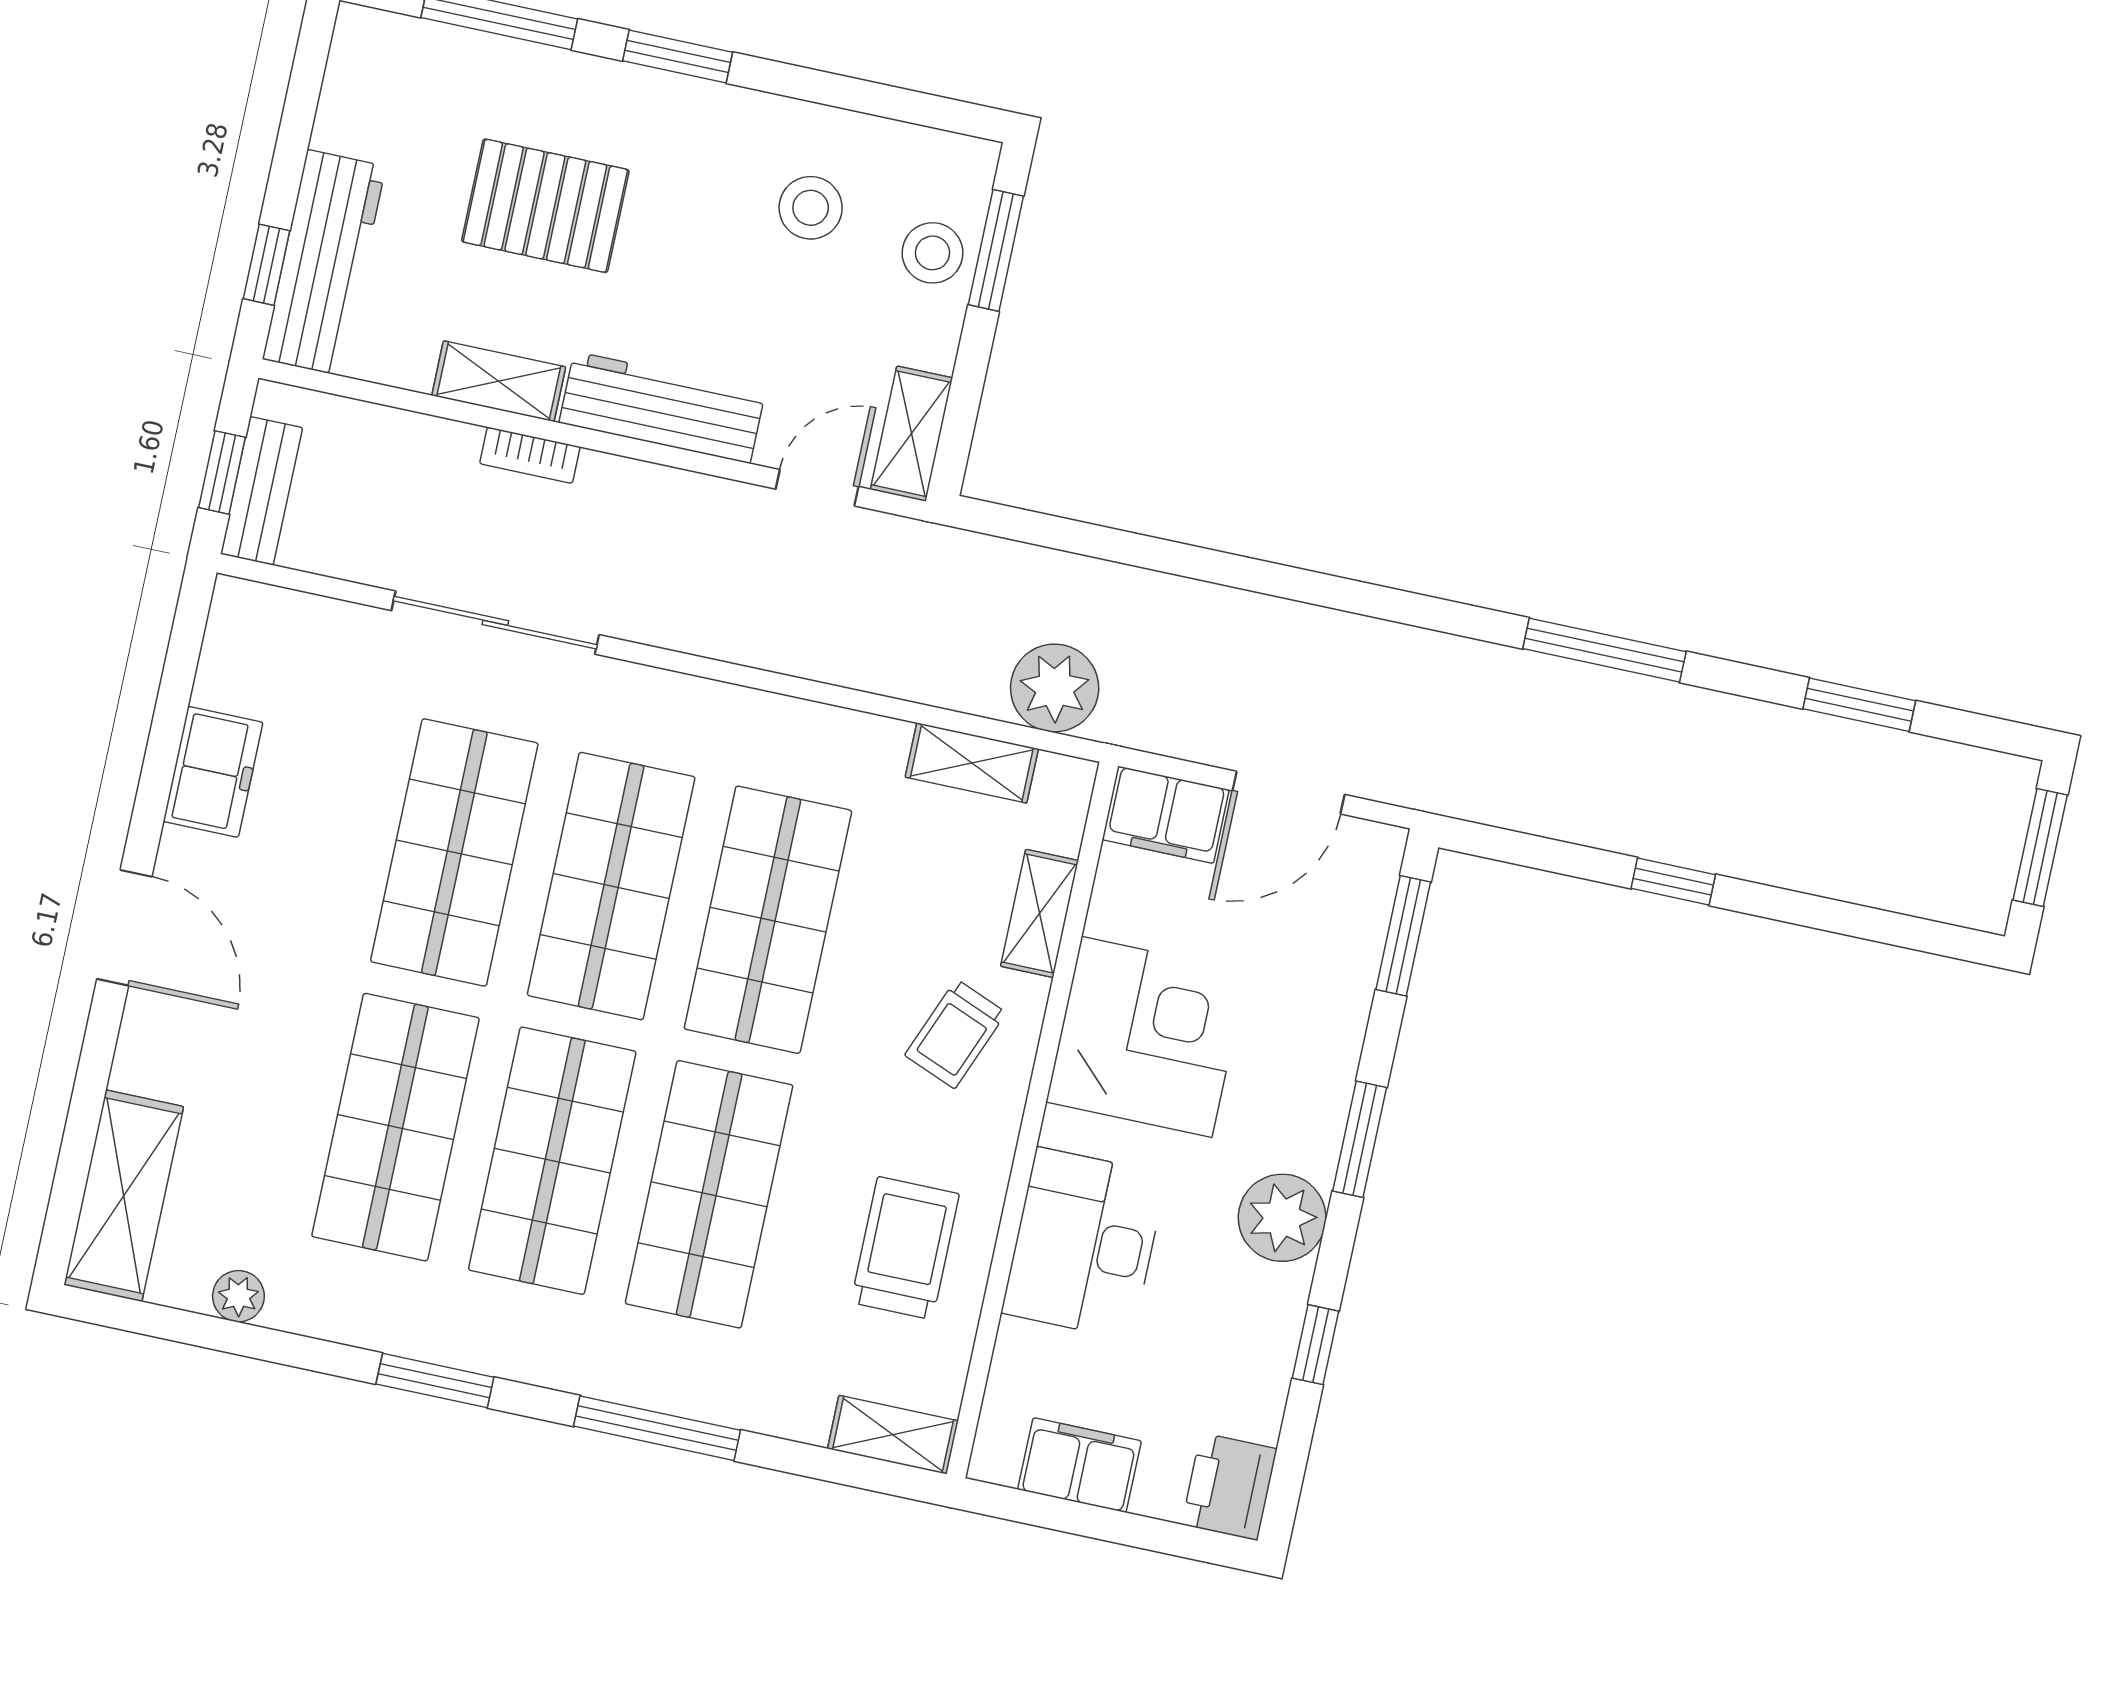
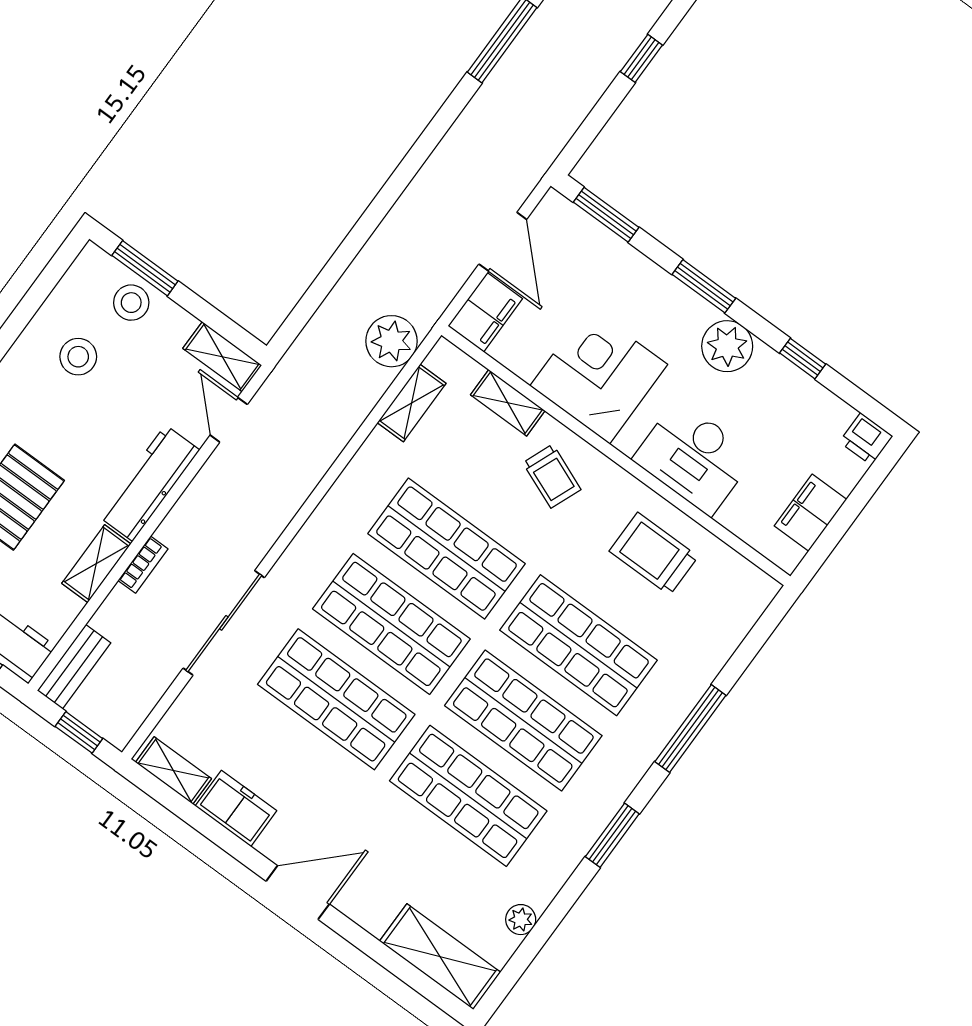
bench: (262, 491) -> (74, 667), moved, turned 90
shelving: (893, 1435) -> (173, 770), moved, turned 90
printer: (1229, 1487) -> (866, 439), width x0.73, depth x0.81

